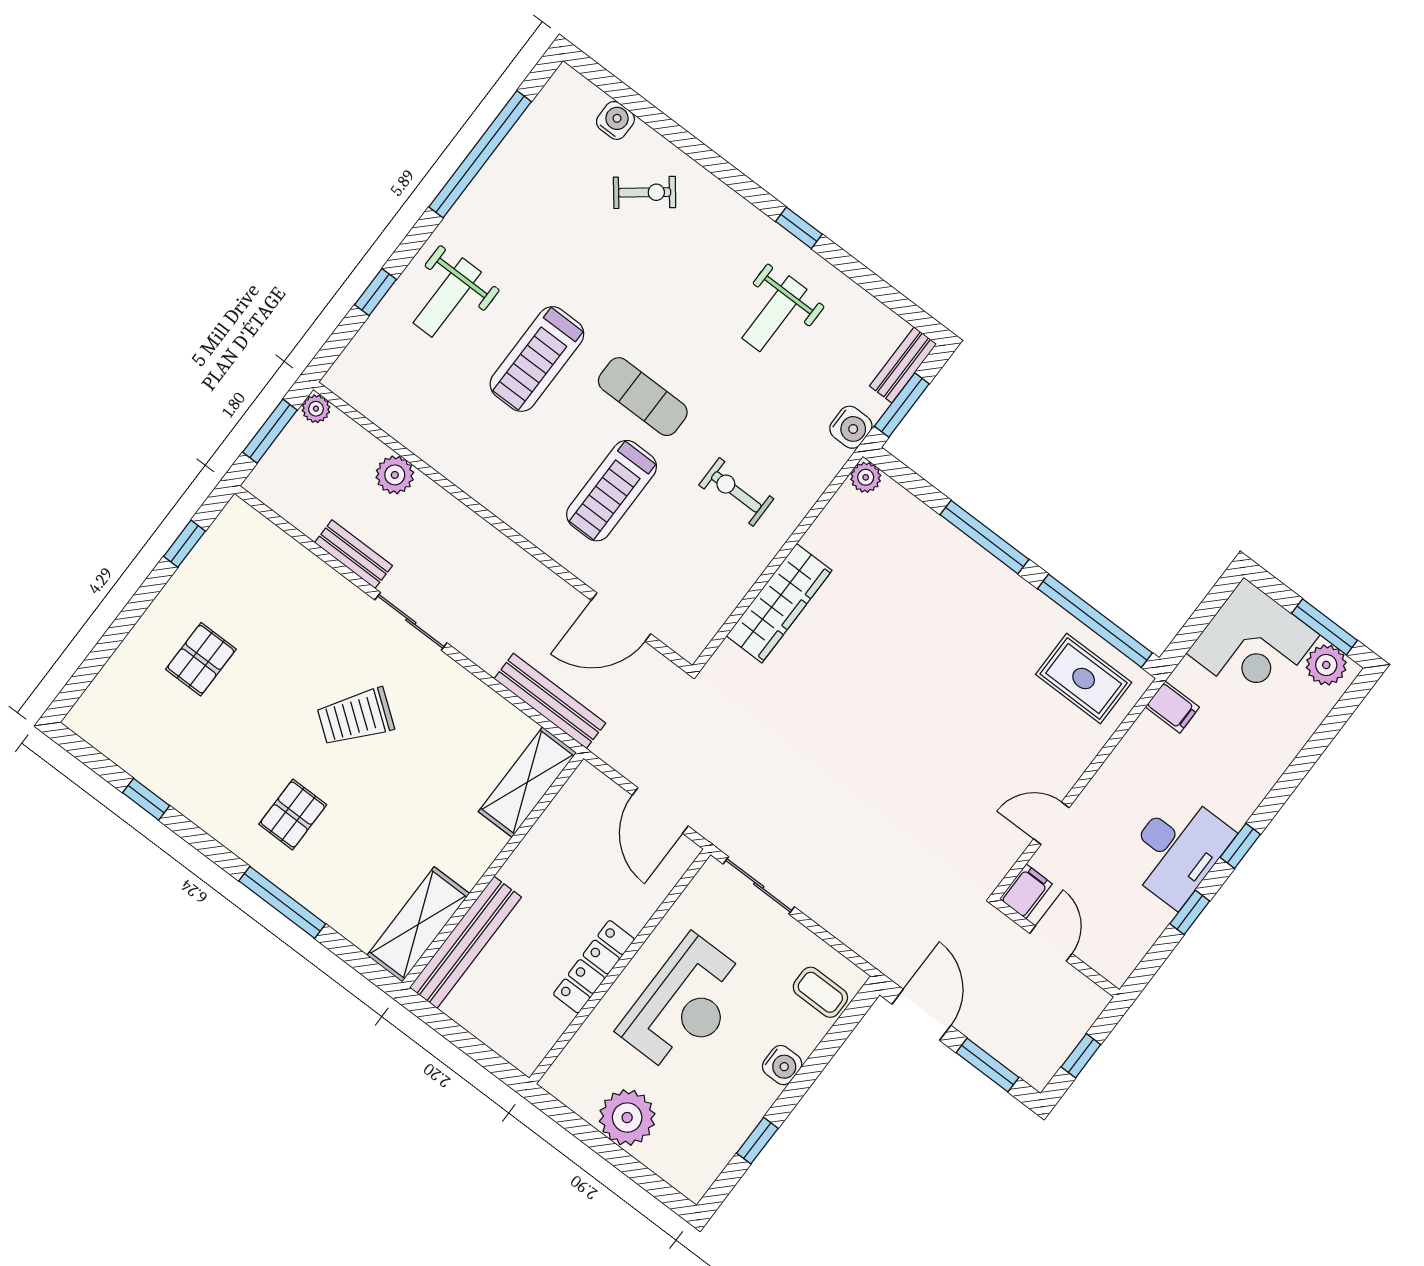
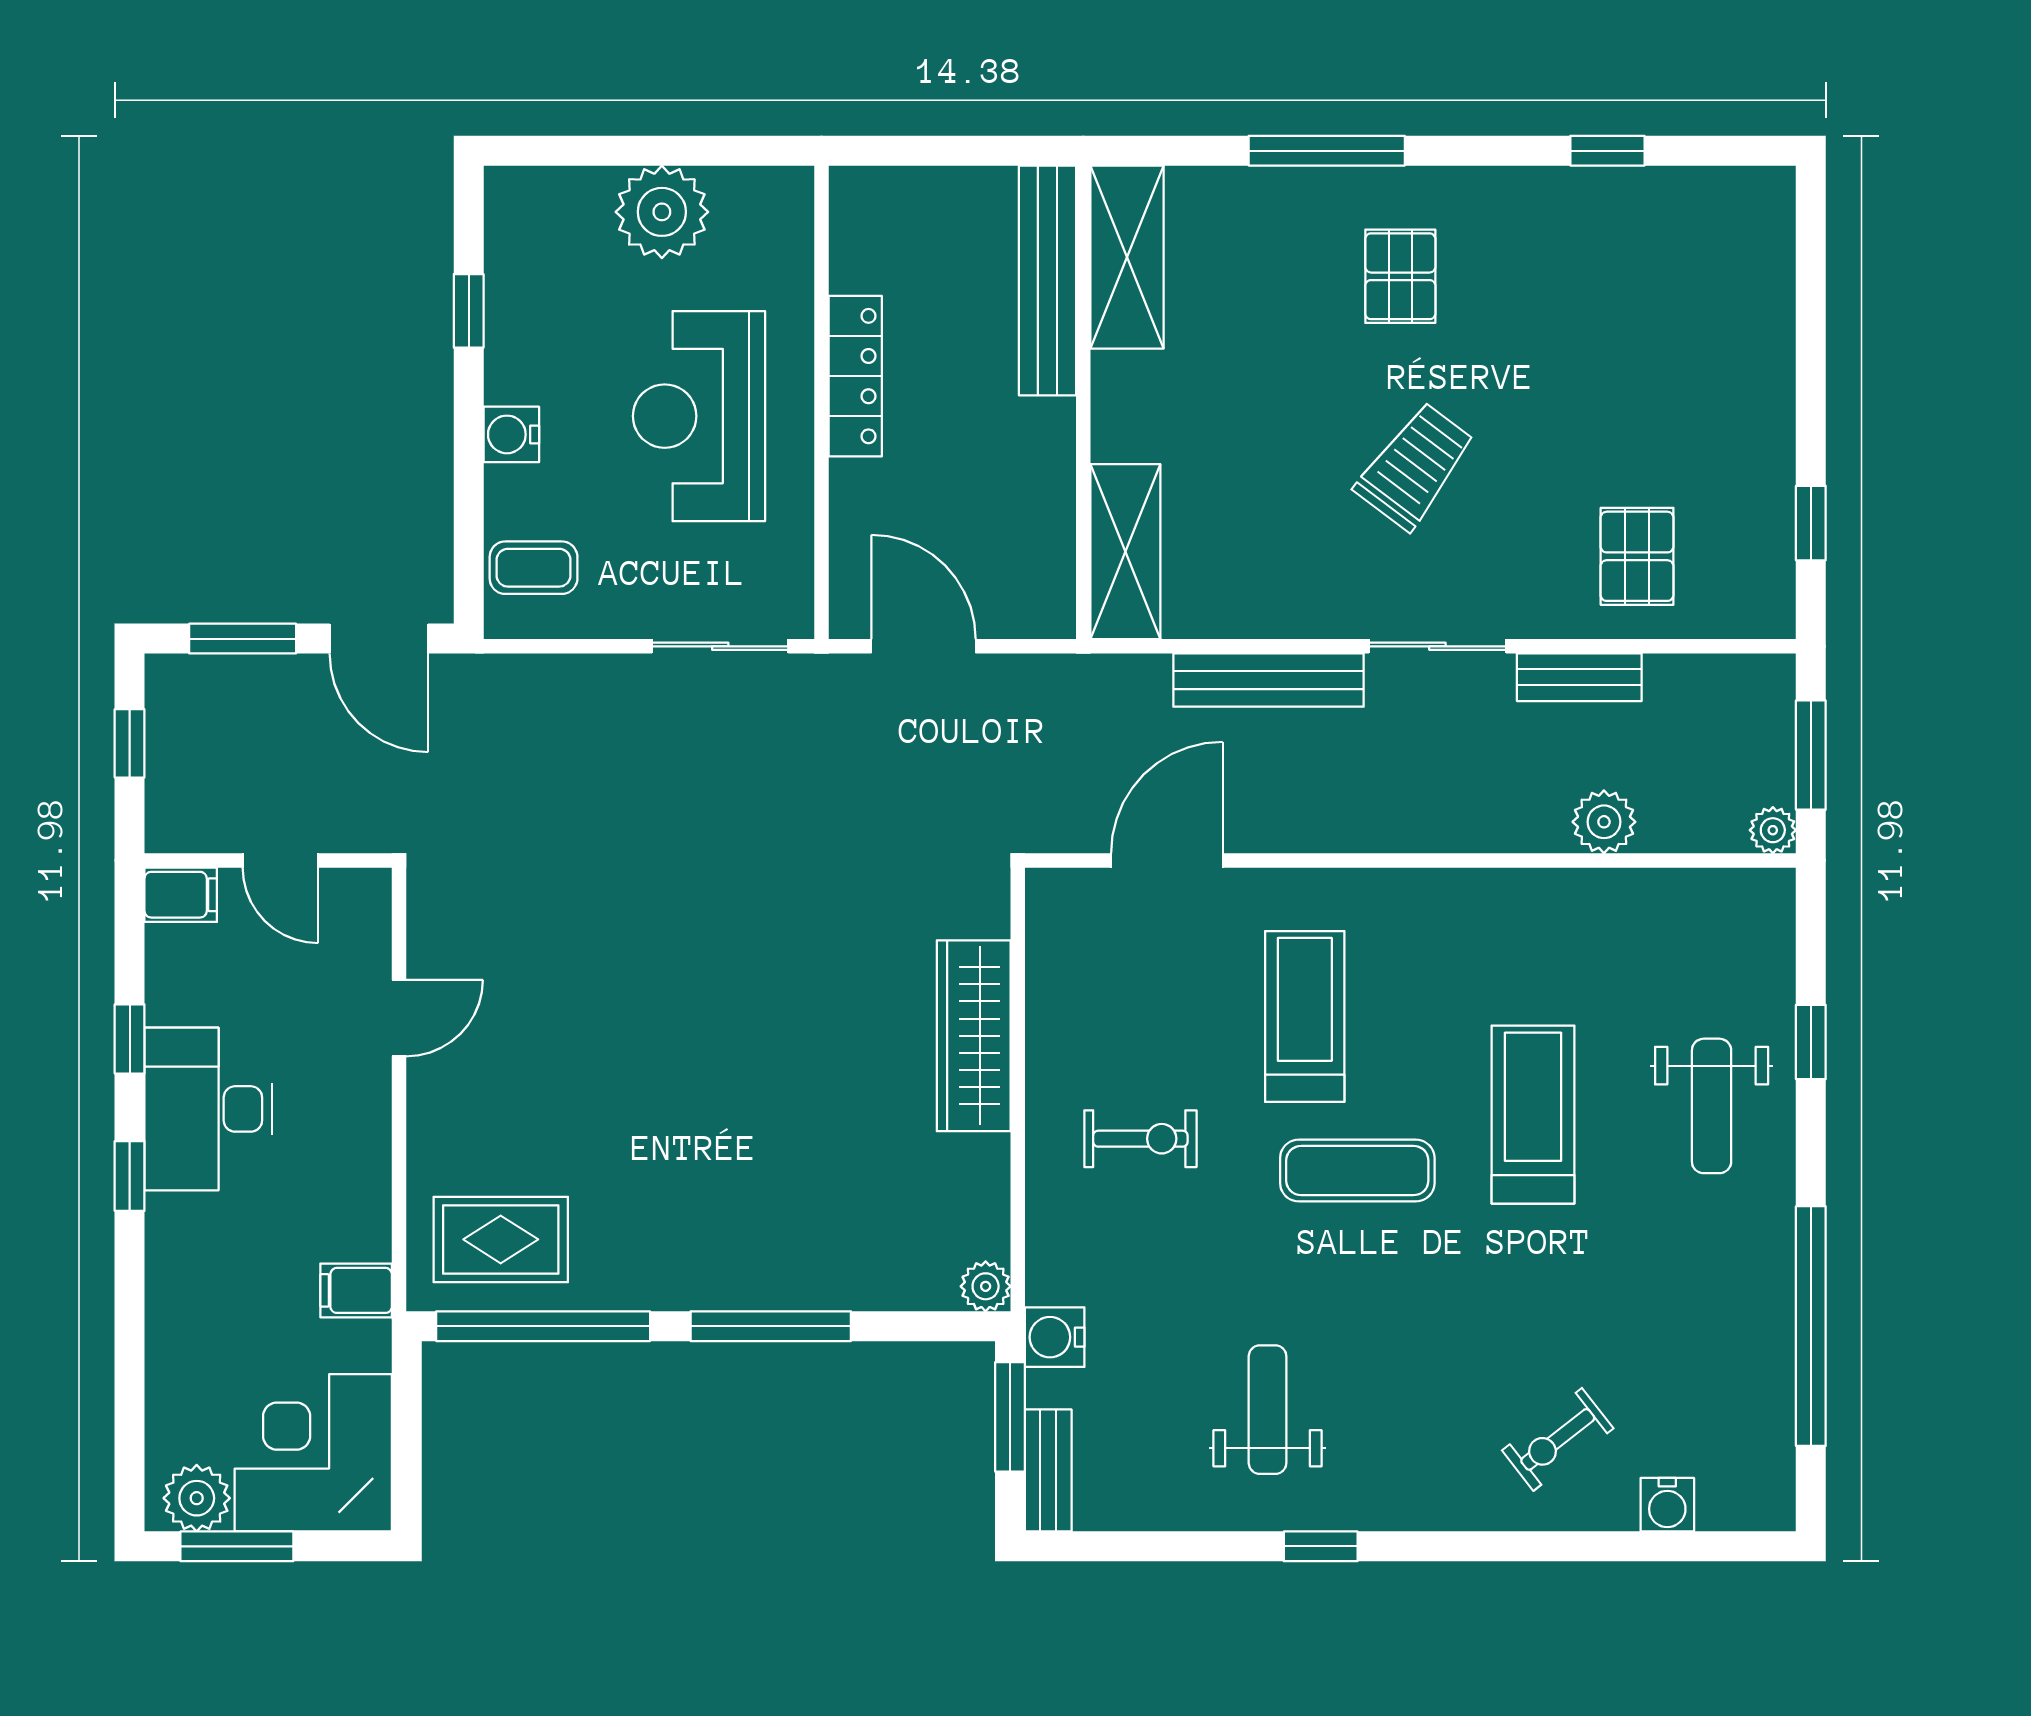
weight bench: (447, 298) -> (1712, 1106), turned 180
pallet: (201, 659) -> (1637, 556), moved
bench: (550, 701) -> (1269, 680), moved
filing cabinet: (1026, 891) -> (181, 895), moved, turned -90

